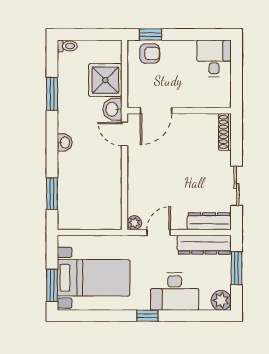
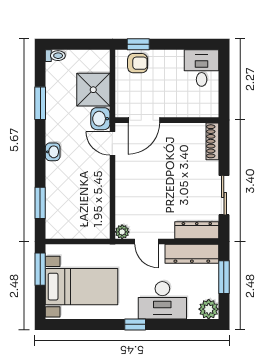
door: (159, 232) -> (146, 241), swing flipped
window: (52, 285) -> (40, 269), moved

